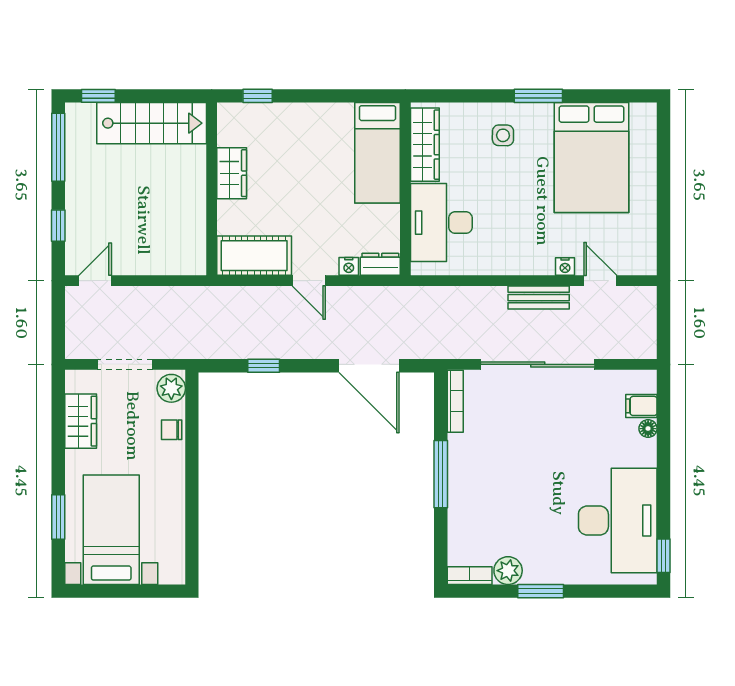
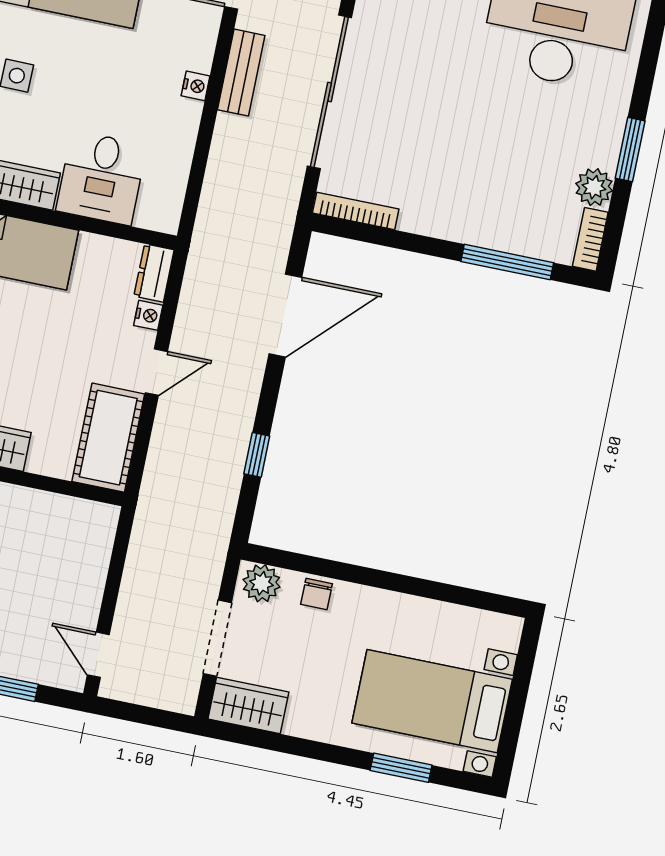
desk: (441, 223) -> (101, 178), width x0.73
nightstand: (565, 266) -> (196, 86), moved
wardrobe: (81, 421) -> (248, 706), moved
window: (441, 474) -> (507, 262), moved

